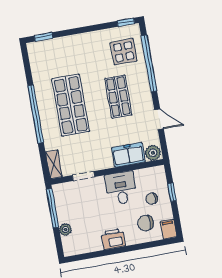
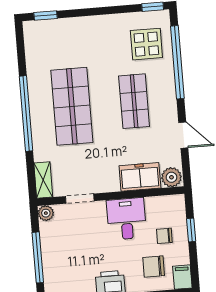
window: (52, 208) -> (38, 257), moved
plant: (65, 230) -> (46, 213), moved

